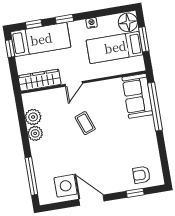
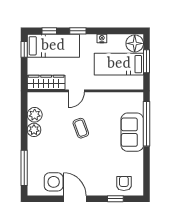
sofa: (137, 96) -> (132, 132), moved
armchair: (141, 175) -> (124, 183), turned 90

